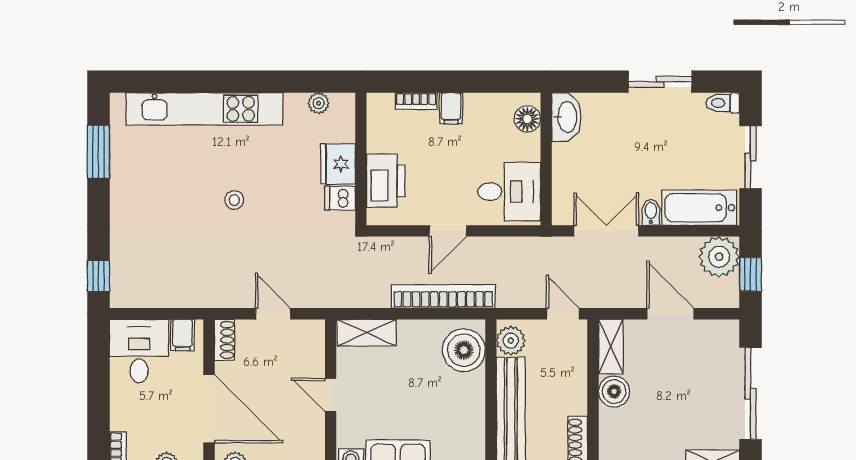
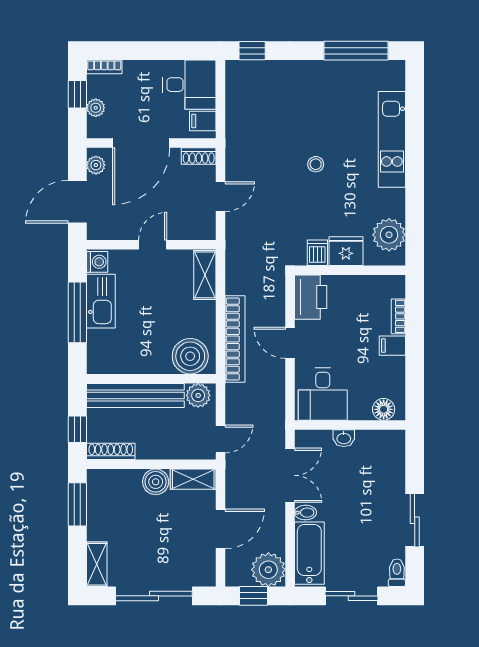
plant: (319, 103) -> (389, 235), width x1.87, depth x1.87
kitchen unit: (205, 109) -> (392, 139), width x0.73
washbasin: (566, 117) -> (344, 438), moved, width x0.52, depth x0.69
window: (98, 152) -> (356, 51), width x1.44
printer: (386, 181) -> (311, 297), moved, turned -90

